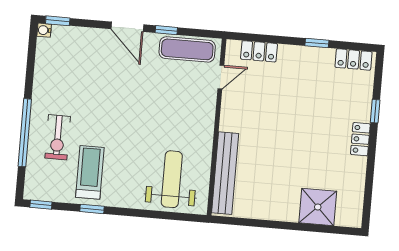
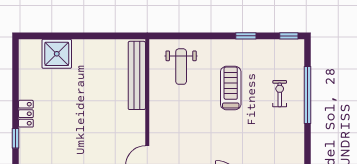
exercise bike: (58, 137) -> (280, 94), width x0.73, depth x0.72
treadmill: (90, 172) -> (231, 88), moved, turned 180
weight bench: (172, 179) -> (181, 67), width x0.73, depth x0.75

